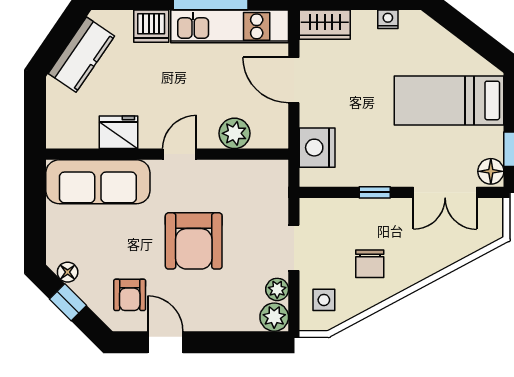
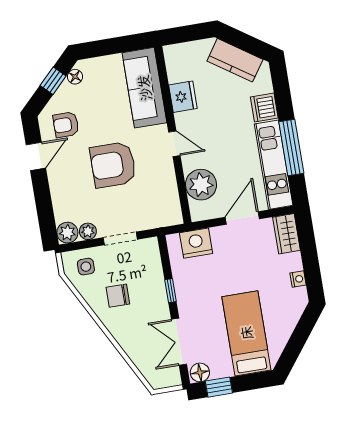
plant: (234, 133) -> (201, 185), width x1.36, depth x1.36

